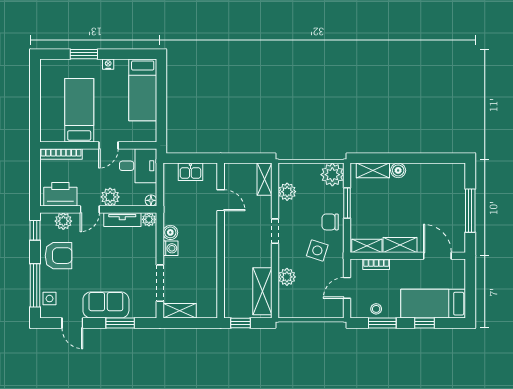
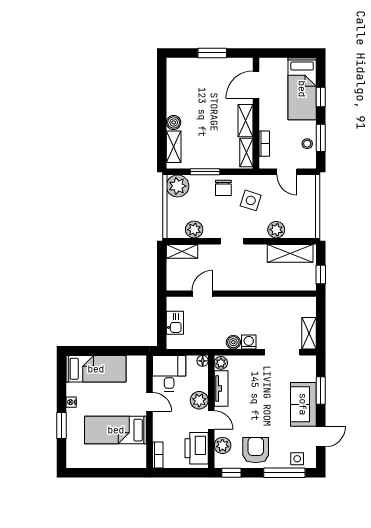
bookcase: (61, 154) -> (158, 455), width x0.64
window: (470, 211) -> (212, 53), width x0.69

